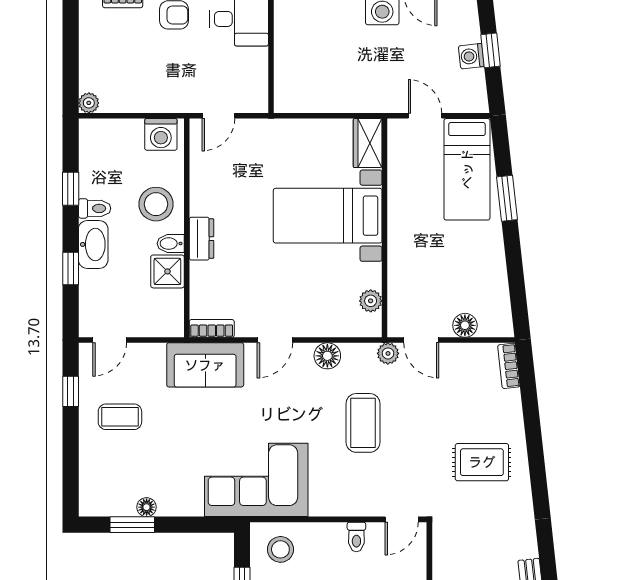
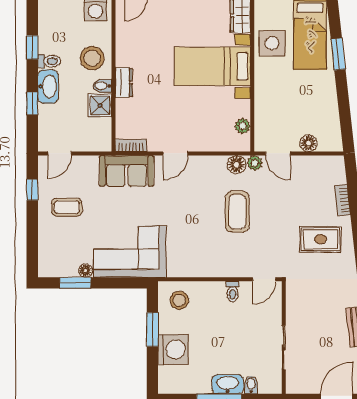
side table: (413, 183) -> (272, 43), added
floor lamp: (327, 356) -> (236, 165), moved
bookcase: (509, 366) -> (343, 200), moved
corner sofa: (256, 480) -> (130, 252), moved

